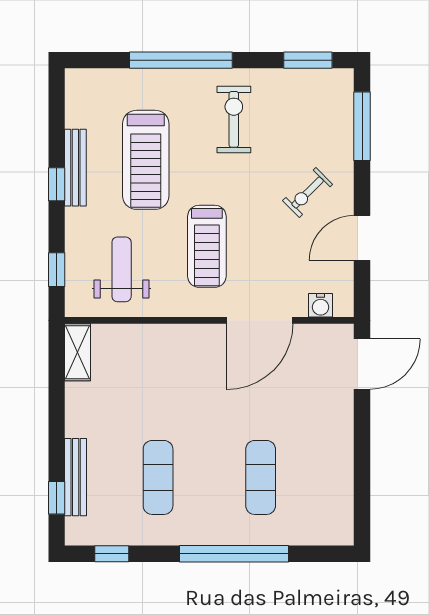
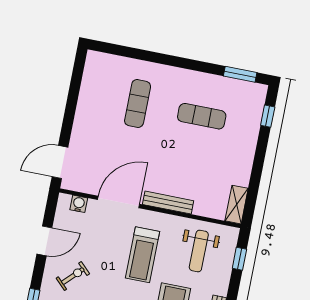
treadmill: (207, 246) -> (143, 255), turned 180
bench: (76, 477) -> (168, 203), moved, turned 90
exercise mat: (158, 477) -> (202, 116), turned 90
window: (112, 554) -> (240, 74), width x1.50
window: (234, 554) -> (164, 59), removed

